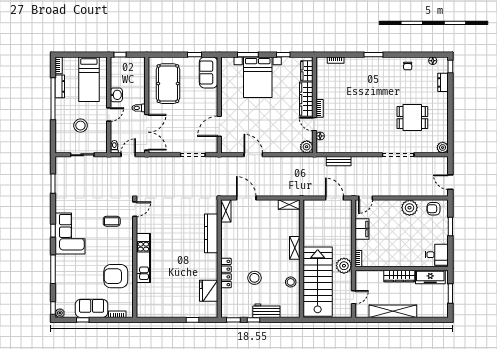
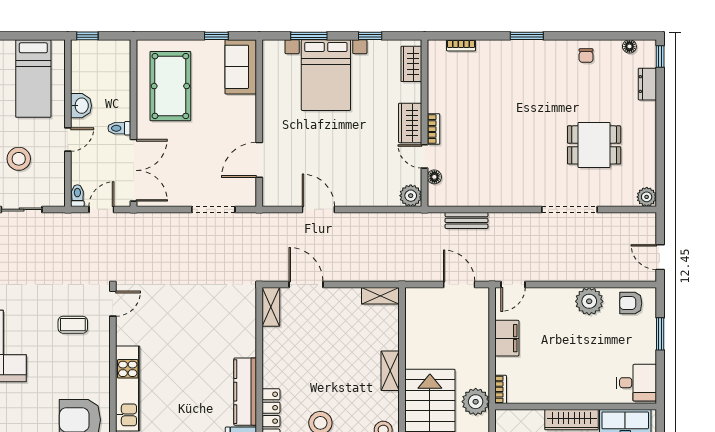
wardrobe: (306, 99) -> (410, 123), width x0.67
kitchen counter: (211, 233) -> (245, 392), moved

